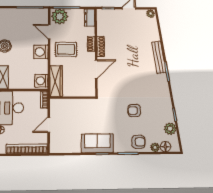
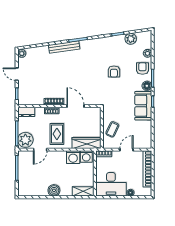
washing machine: (41, 52) -> (73, 157), moved
coffee table: (71, 109) -> (112, 129), added
door: (49, 125) -> (126, 150), swing flipped
floor lamp: (165, 147) -> (147, 86), moved

